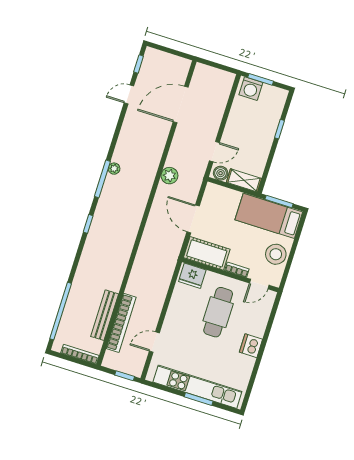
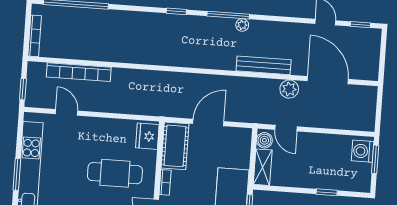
plant: (169, 176) -> (289, 89), moved
bench: (105, 315) -> (264, 65), moved

